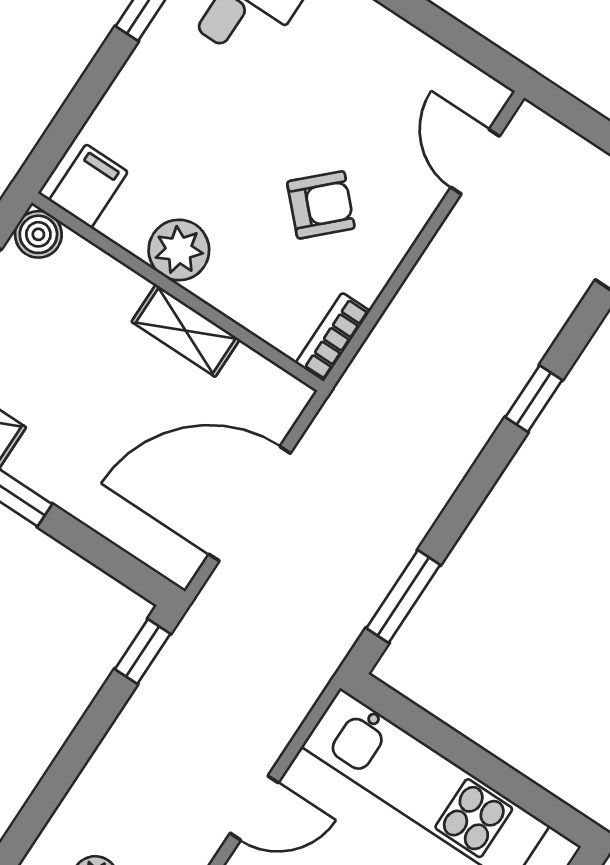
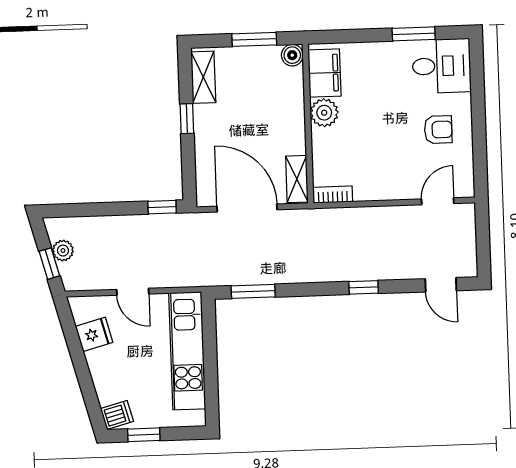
filing cabinet: (88, 186) -> (324, 73), width x2.00
armchair: (321, 205) -> (438, 130), moved, turned -46
shelving: (186, 331) -> (297, 179), moved

